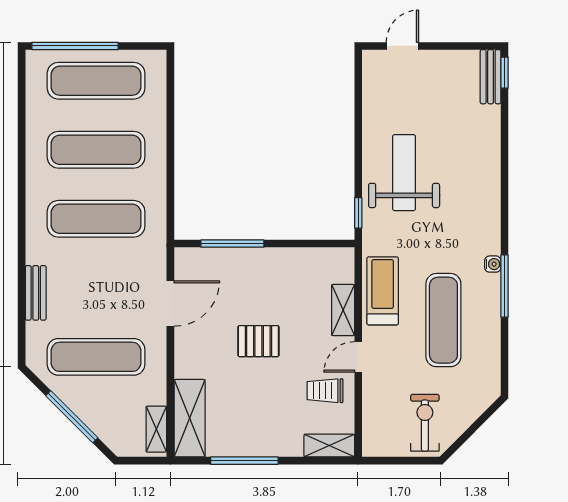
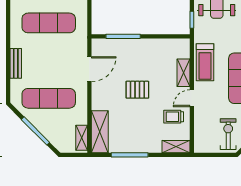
treadmill: (383, 291) -> (205, 62), turned 180

